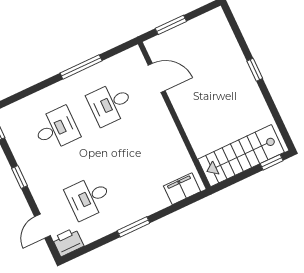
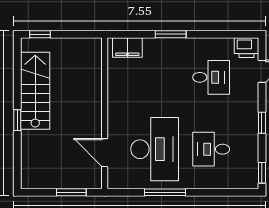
desk: (110, 104) -> (155, 149), width x1.87, depth x1.30
stairs: (241, 156) -> (35, 91), moved, turned -90
window: (134, 227) -> (171, 34), moved

